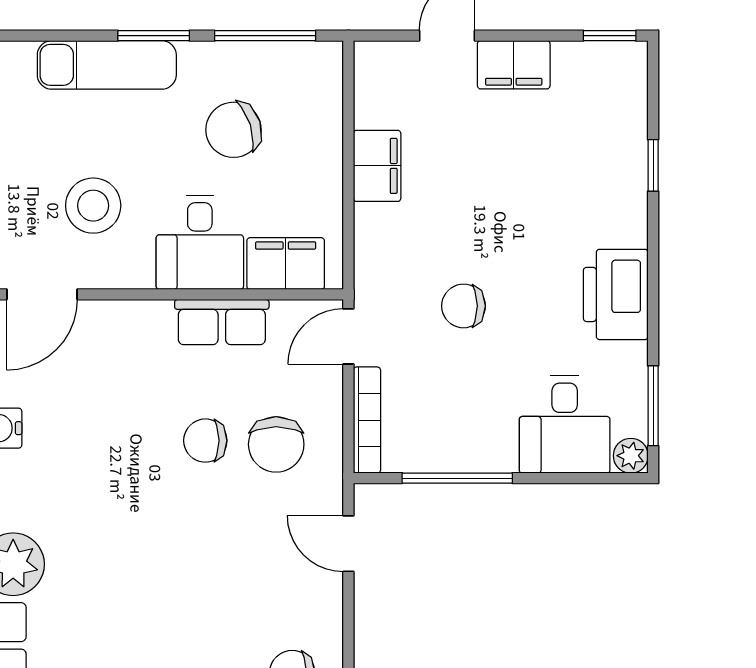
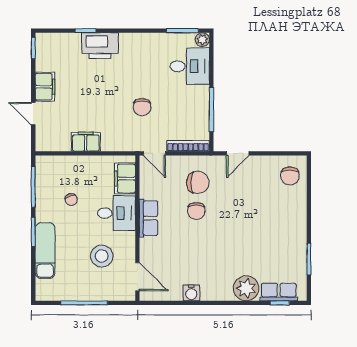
chair: (234, 130) -> (71, 200), width x0.54, depth x0.54
printer: (616, 294) -> (100, 46), moved
row of seats: (222, 322) -> (149, 218), moved

